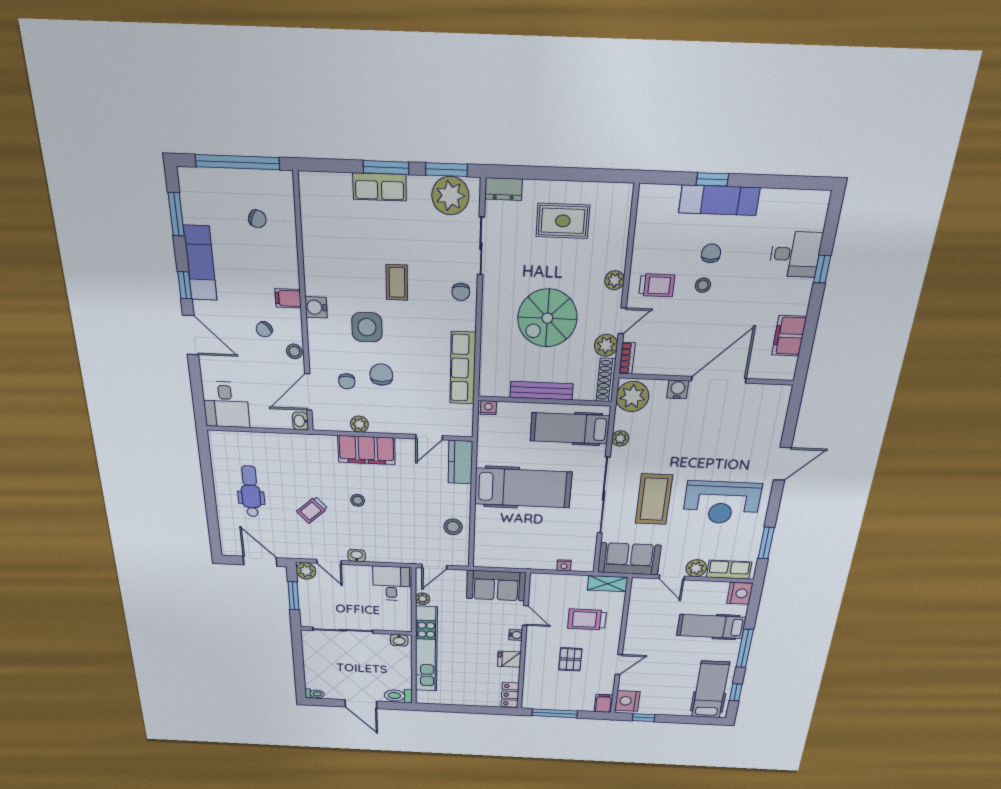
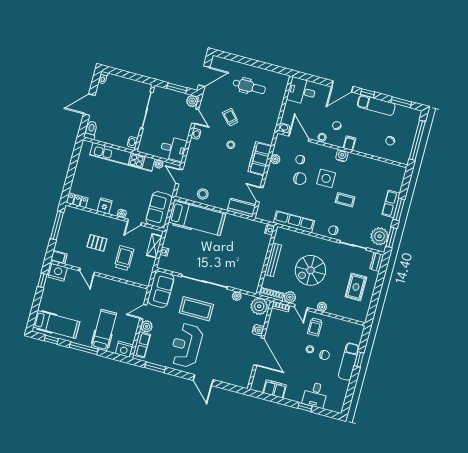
spiral stairs: (547, 318) -> (310, 270), turned -90
hospital bed: (570, 428) -> (248, 271), removed
hospital bed: (523, 488) -> (197, 218), moved, turned -90
door: (329, 562) -> (195, 116), swing flipped
shelving: (607, 584) -> (154, 246), moved

